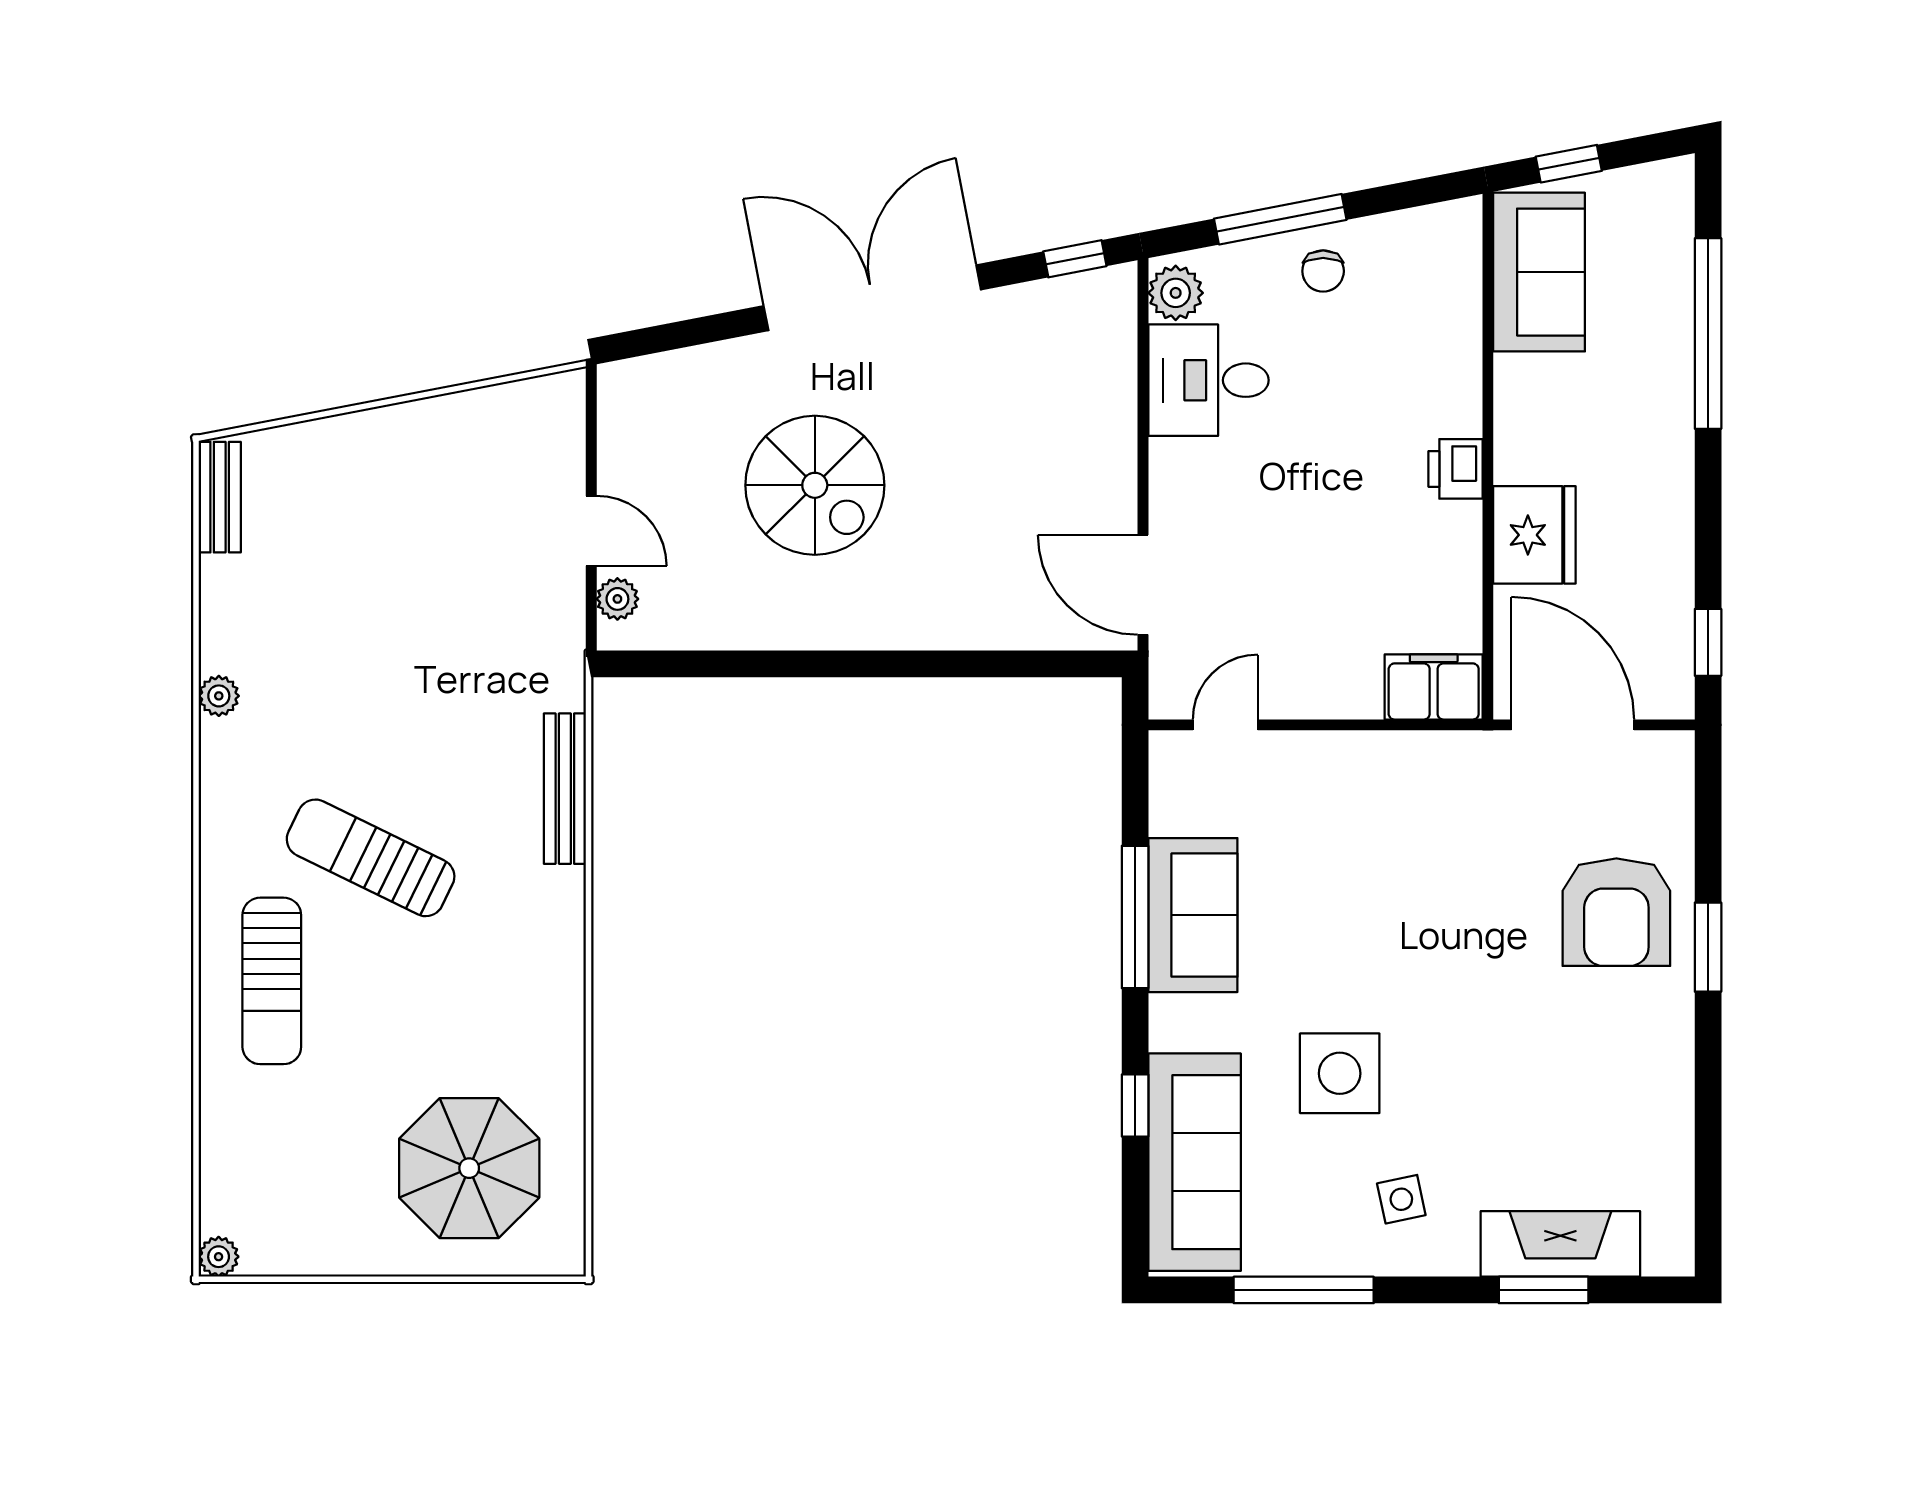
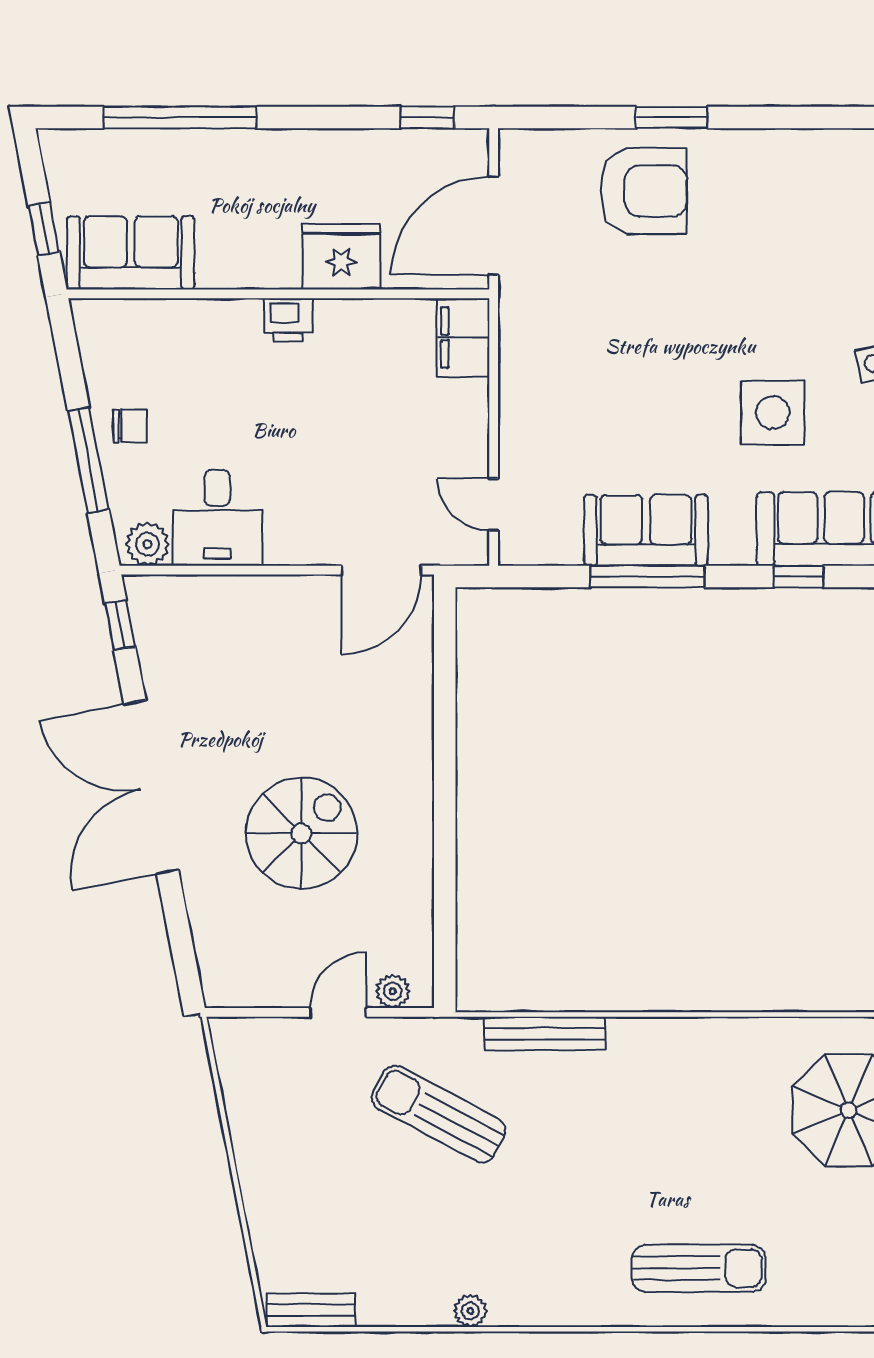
sun lounger: (371, 858) -> (439, 1114), moved, turned 92

